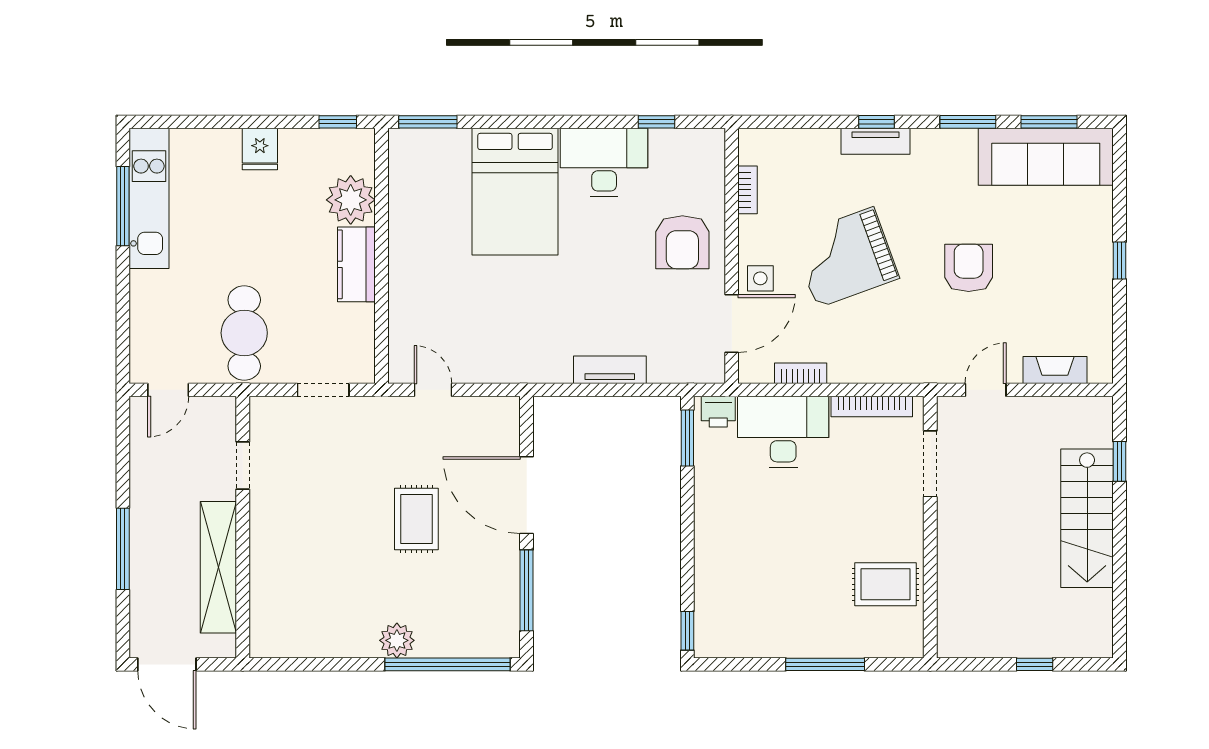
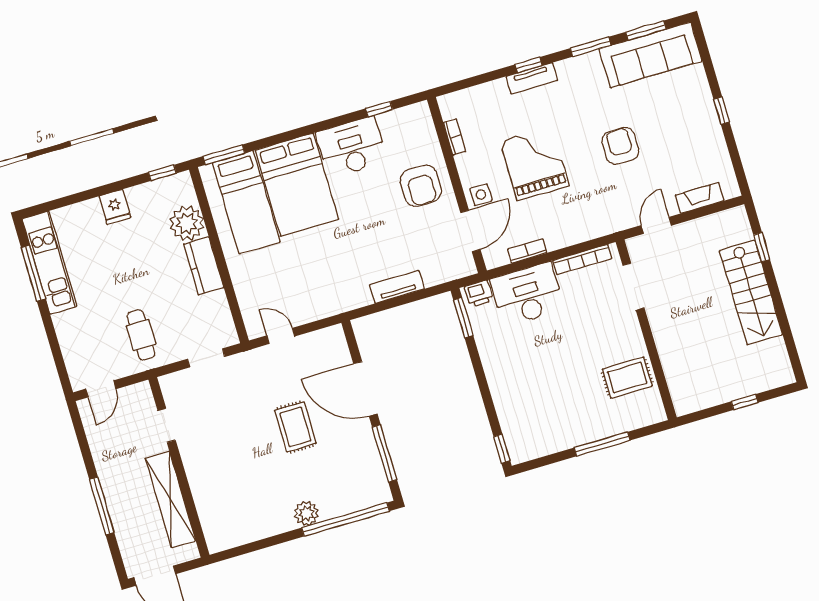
bed: (439, 195) -> (246, 202), added
grand piano: (845, 257) -> (534, 163), turned 110
cafe table: (244, 333) -> (141, 335), width x0.73, depth x0.74

